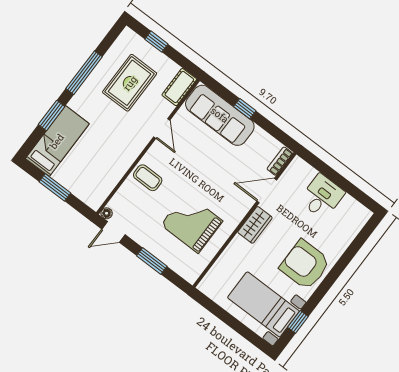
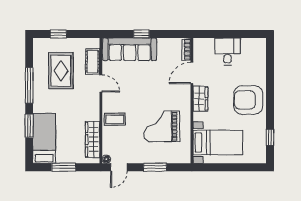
cot: (179, 87) -> (93, 61), moved
wardrobe: (108, 181) -> (93, 140), added
bed with nightstands: (263, 304) -> (218, 142), moved, turned 180

